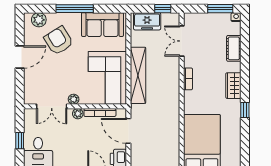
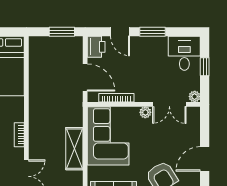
shelving: (138, 75) -> (74, 149), width x0.68
double door: (52, 106) -> (169, 104), swing flipped
plant: (78, 114) -> (195, 97), moved

